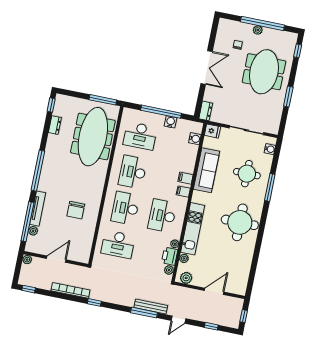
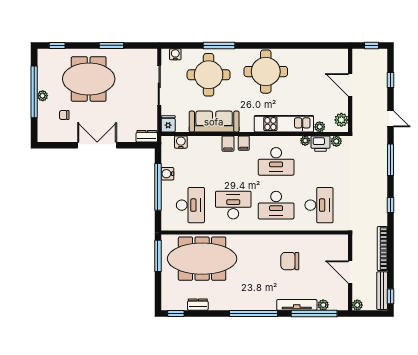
desk: (133, 172) -> (233, 205), turned 180
round table: (247, 174) -> (209, 75), width x1.36, depth x1.36
chair: (76, 210) -> (290, 261), turned 180
window: (94, 302) -> (391, 205), moved
bench: (151, 307) -> (382, 291), moved

